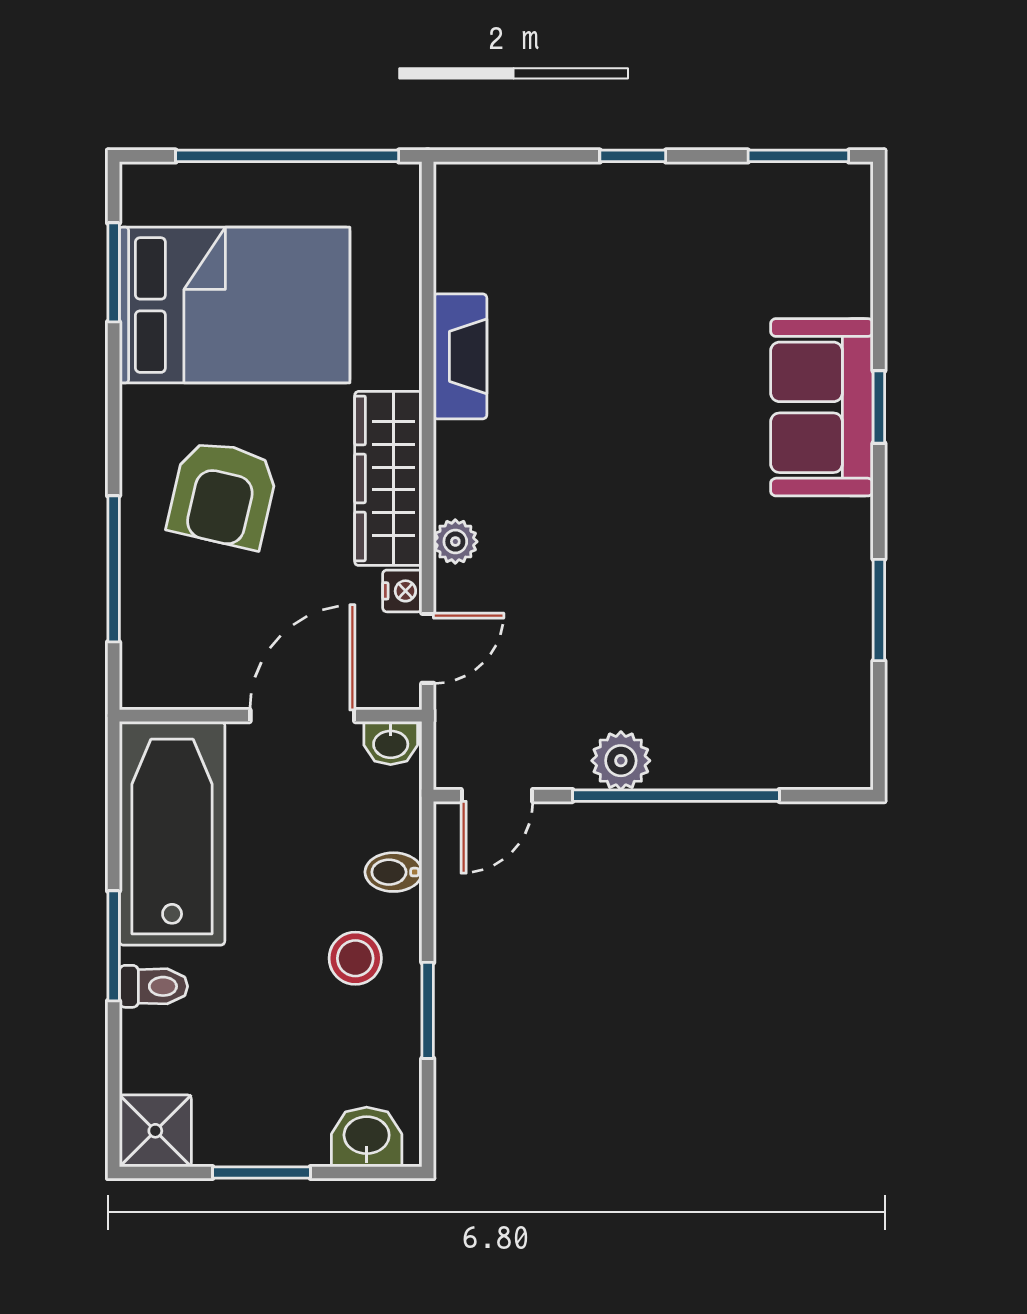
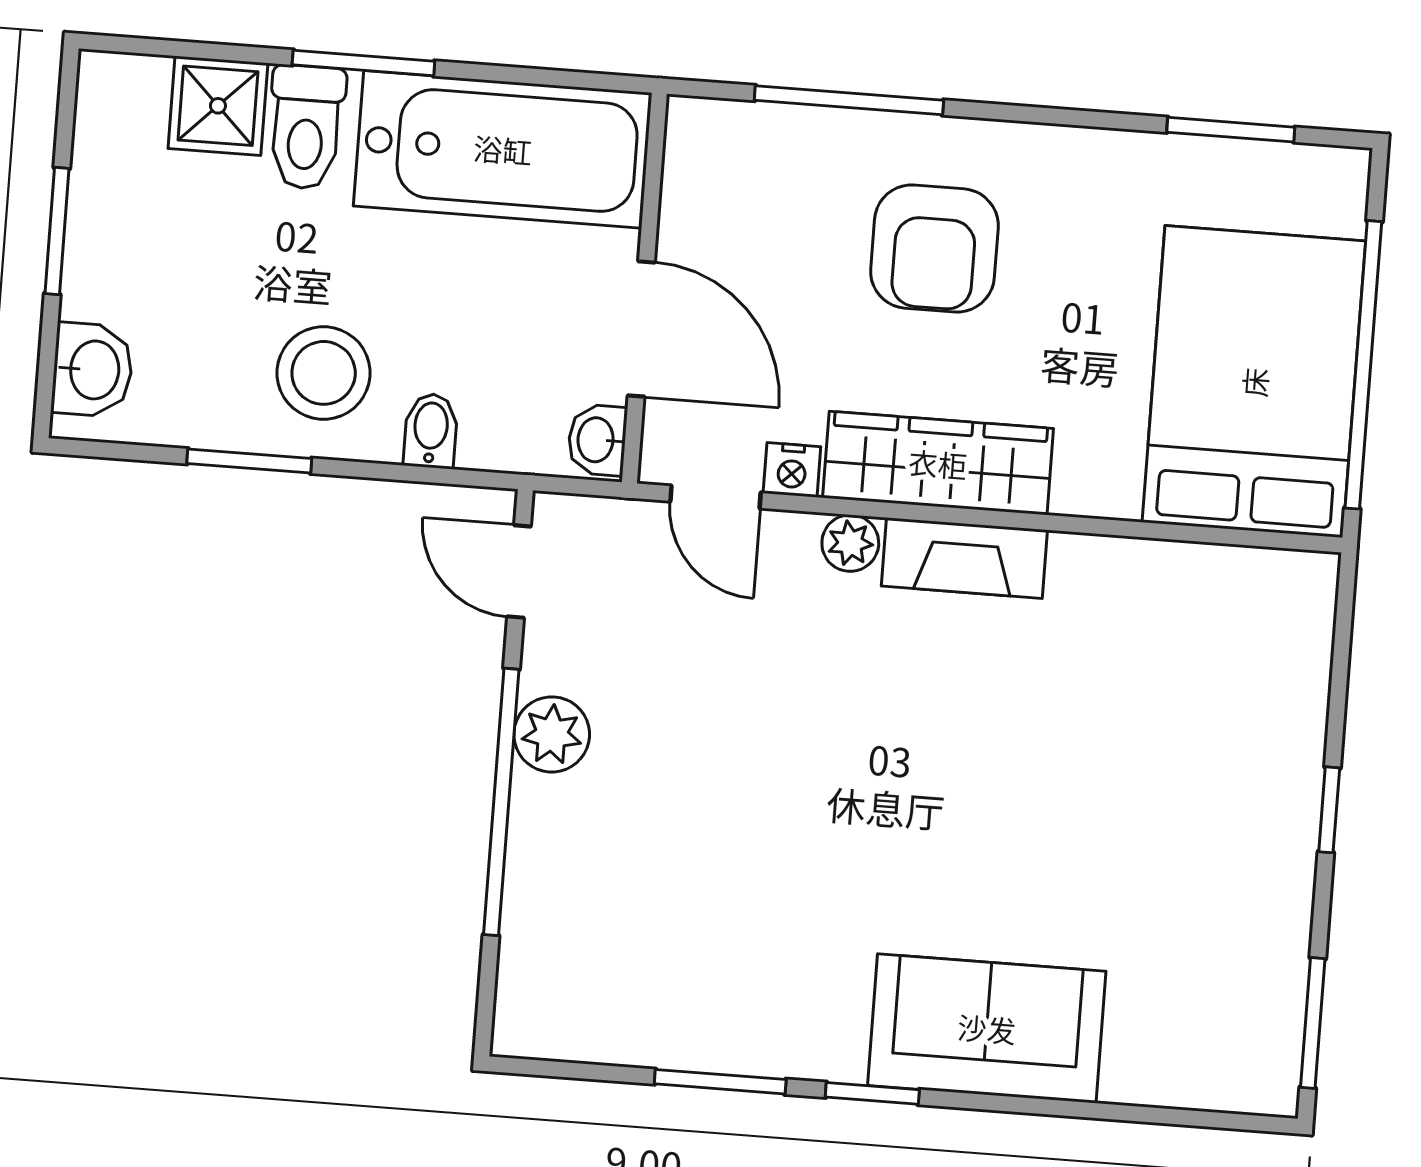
bed: (235, 305) -> (1254, 382), moved, turned 180
fireplace: (460, 356) -> (964, 558), moved
window: (879, 407) -> (872, 1093), moved
armchair: (223, 494) -> (934, 248), turned -103
stool: (355, 958) -> (324, 373), width x1.38, depth x1.38
toilet: (153, 986) -> (306, 127), width x1.37, depth x1.39
shower: (155, 1131) -> (218, 106), moved

